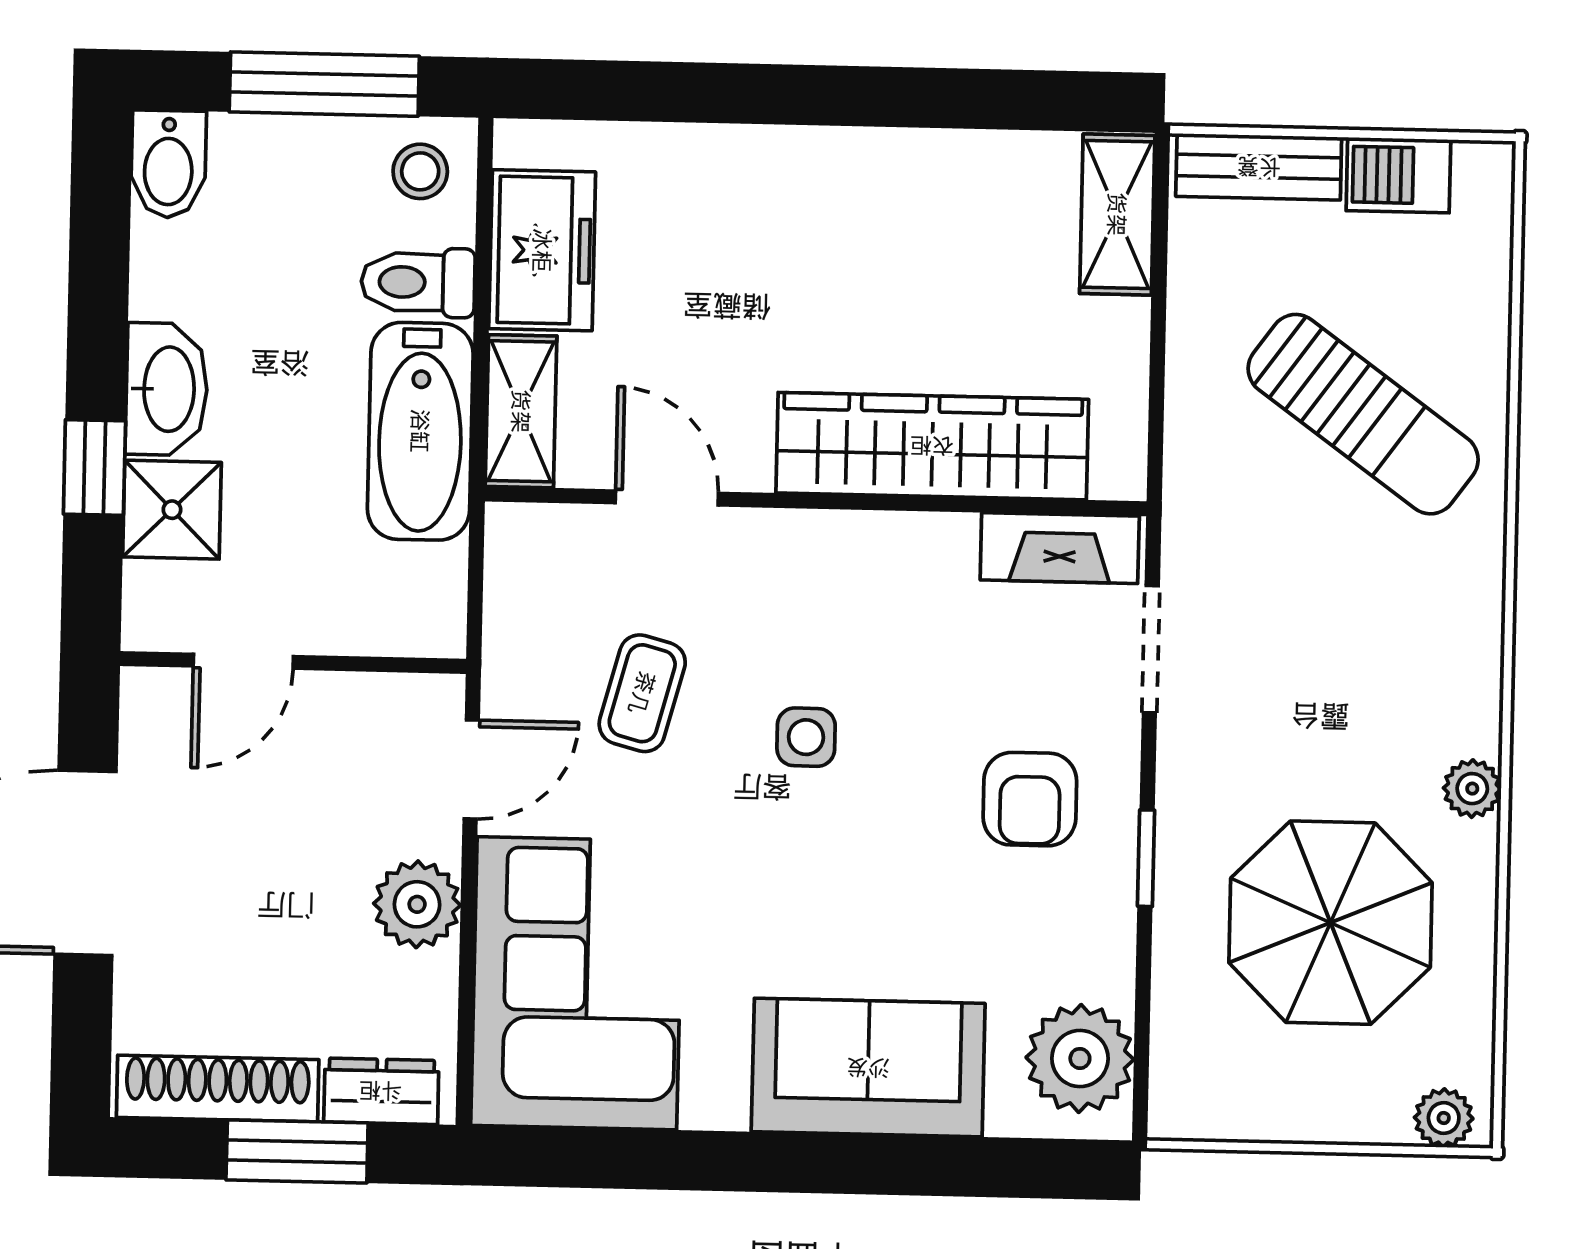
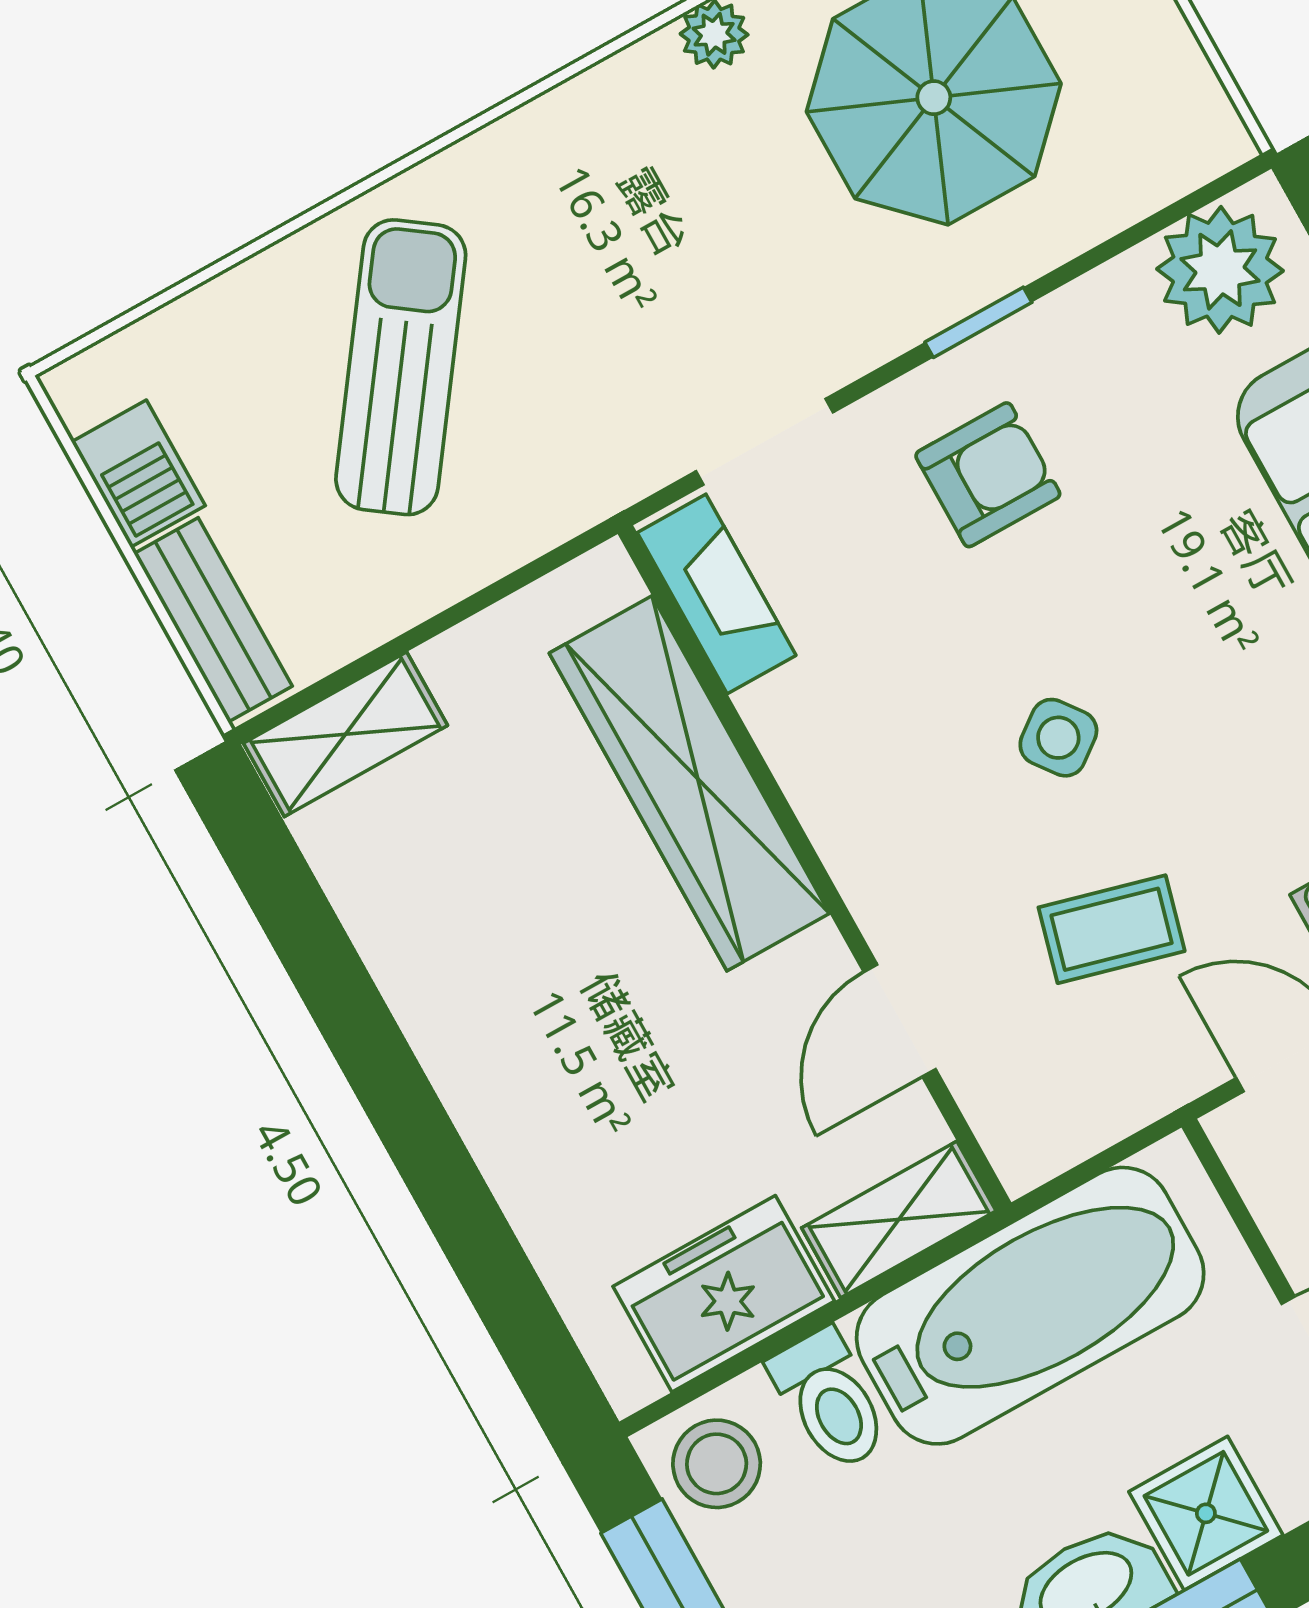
stool: (420, 171) -> (717, 1464), width x1.37, depth x1.37
bathtub: (420, 431) -> (1030, 1306), width x1.36, depth x1.36
side table: (806, 737) -> (1058, 738), turned -37

